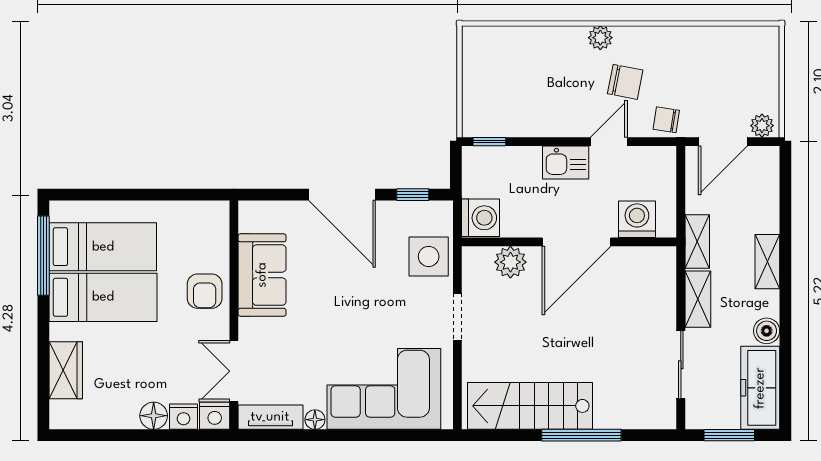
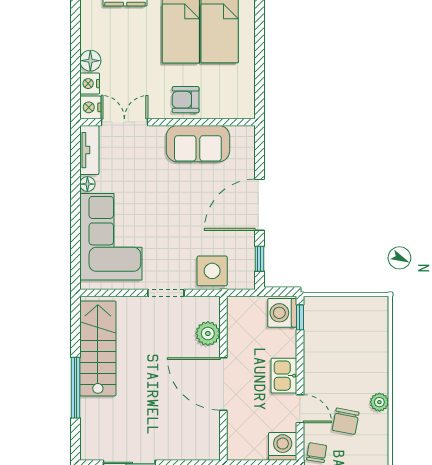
washing machine: (481, 218) -> (282, 313), moved, turned 90
washing machine: (637, 219) -> (283, 446), moved, turned -90

